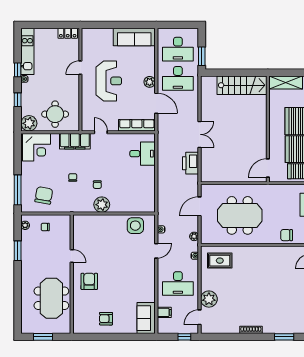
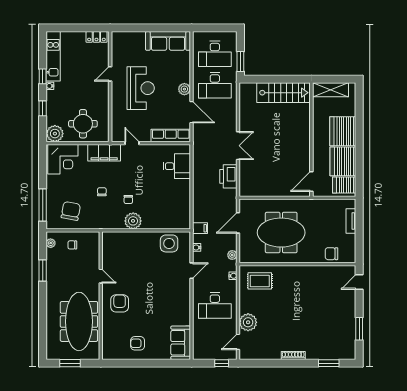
meeting table: (51, 298) -> (79, 321), width x1.36
filing cabinet: (164, 312) -> (200, 228), moved

